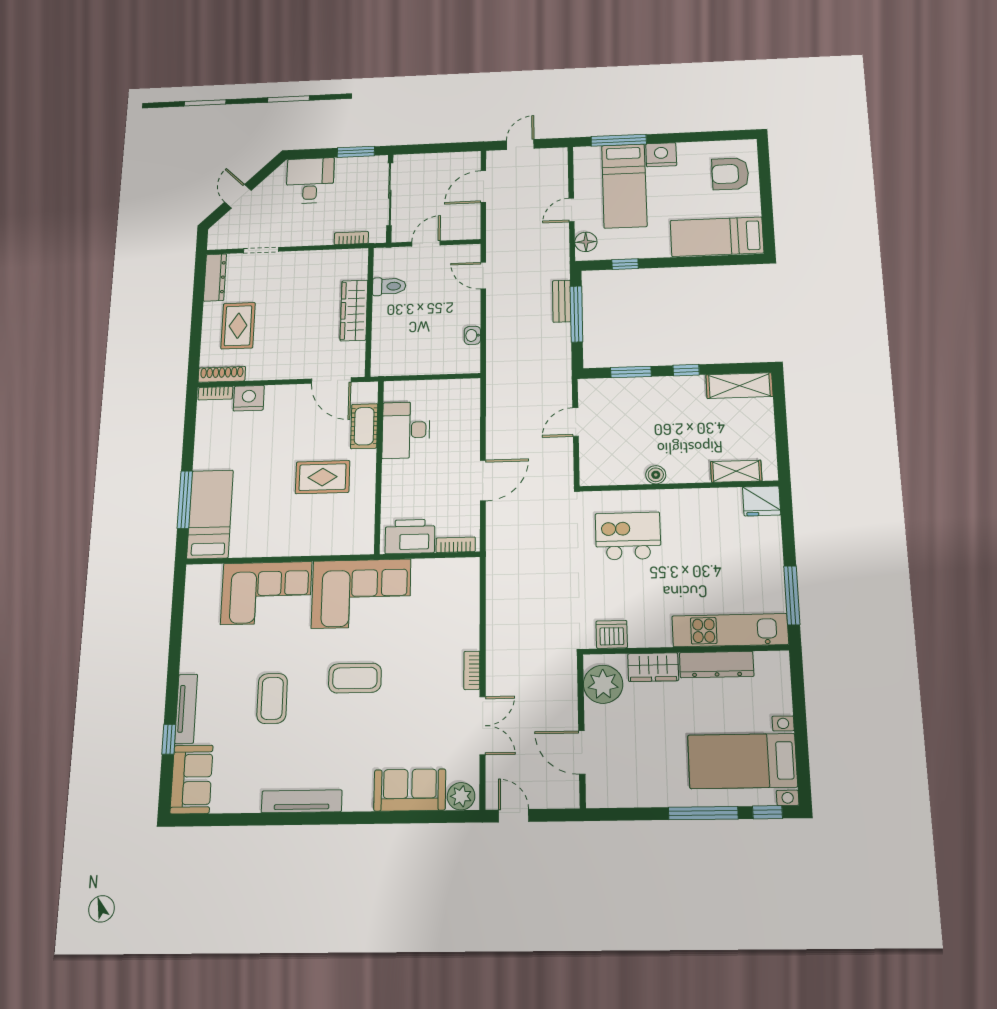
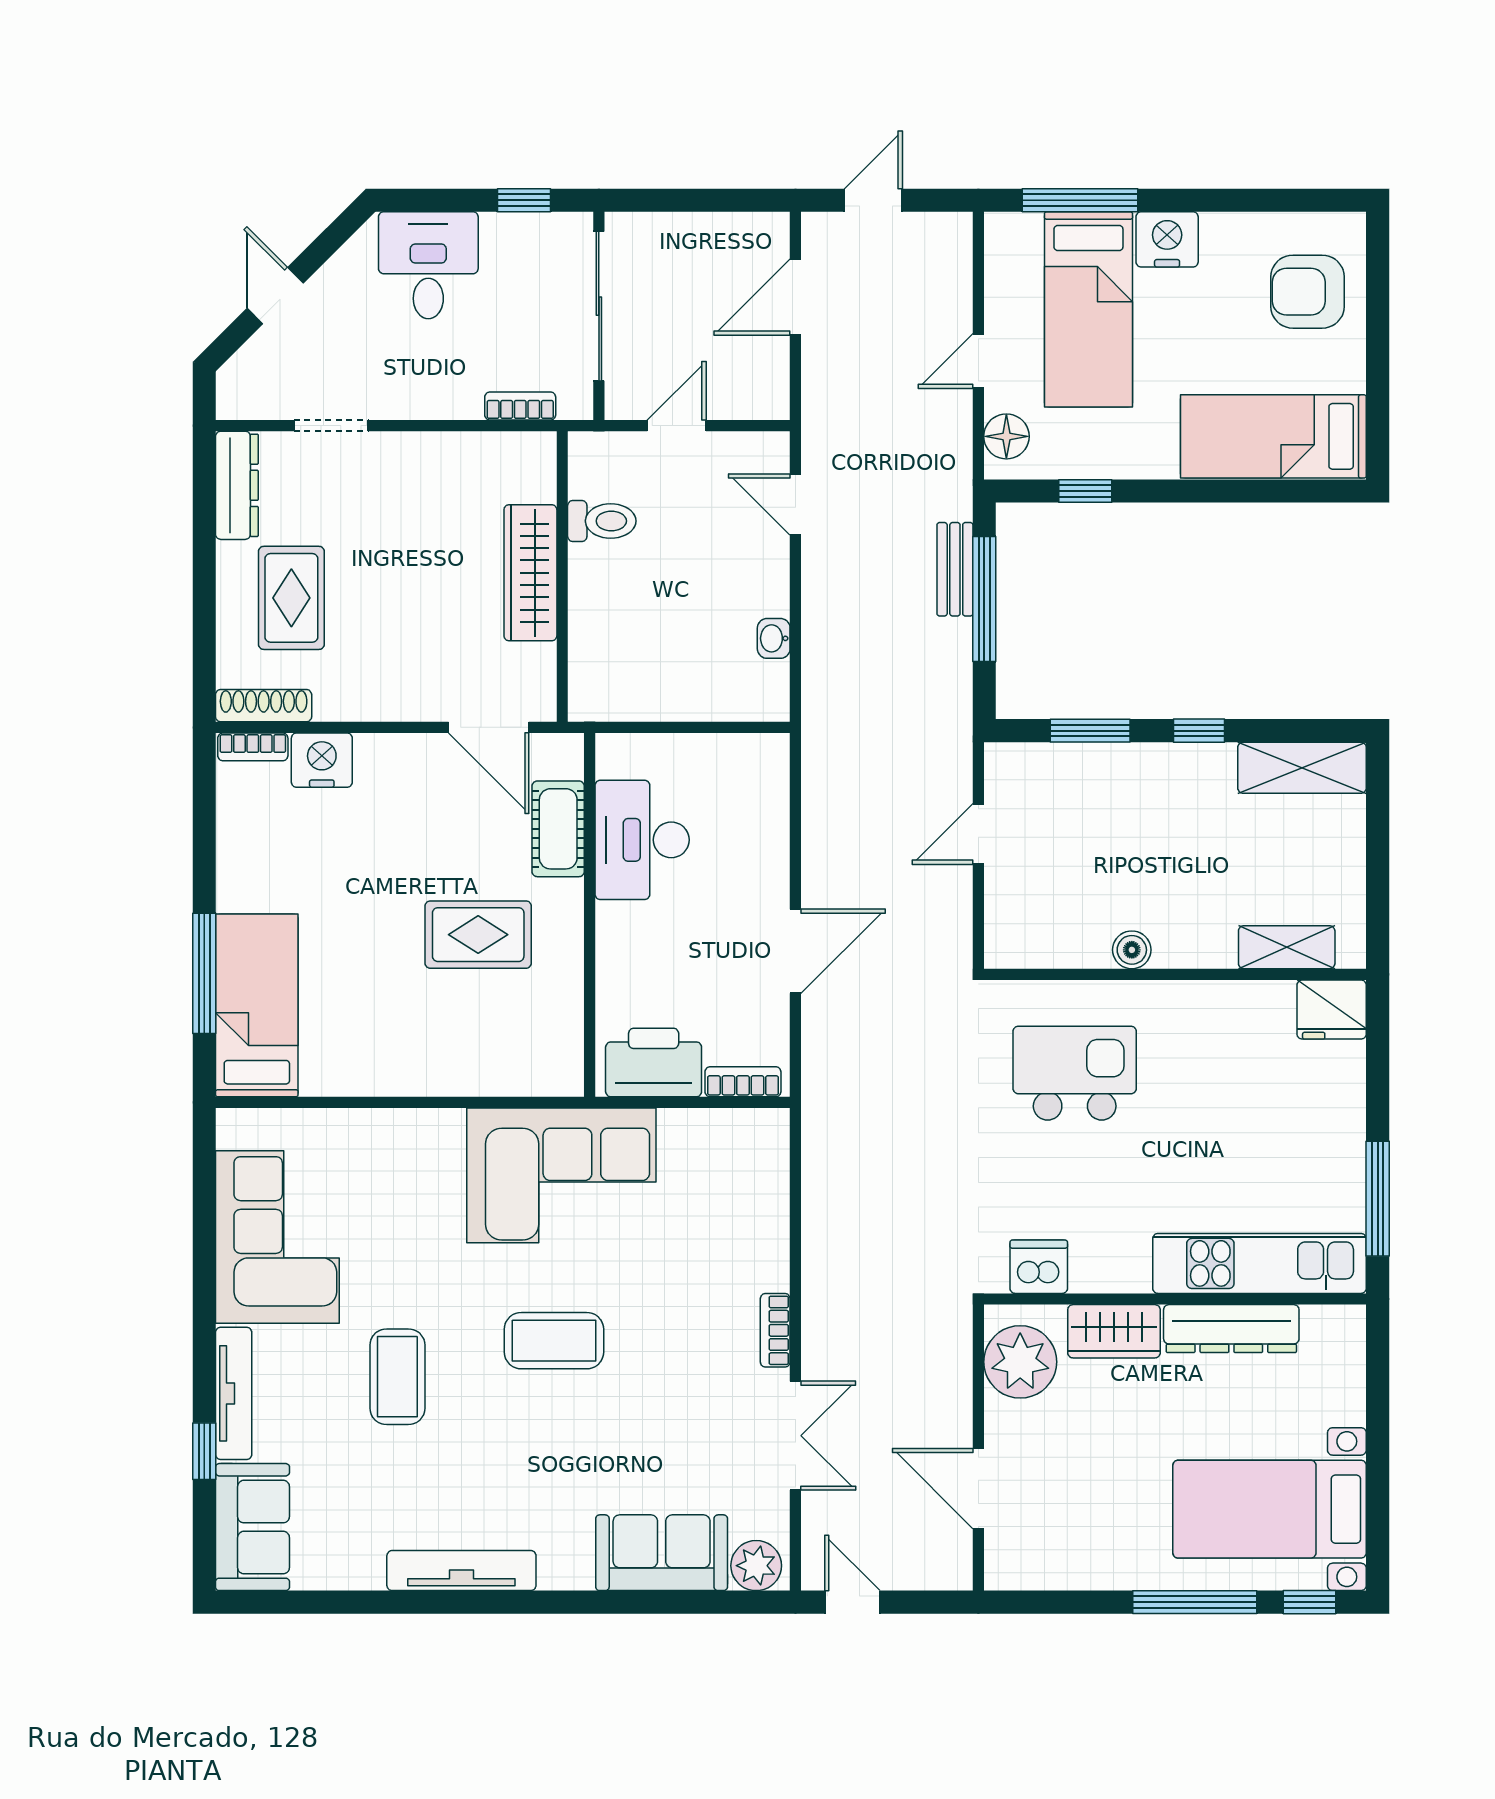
window: (356, 152) -> (524, 200), width x0.67
corner sofa: (266, 593) -> (277, 1237), moved, turned -90

